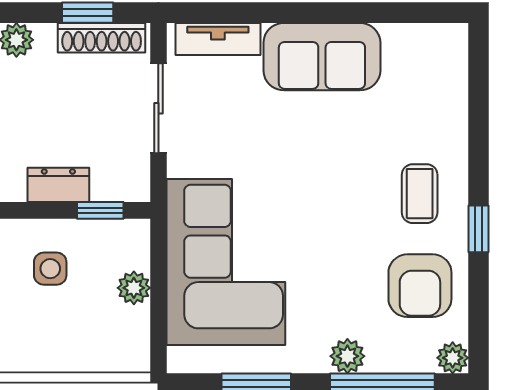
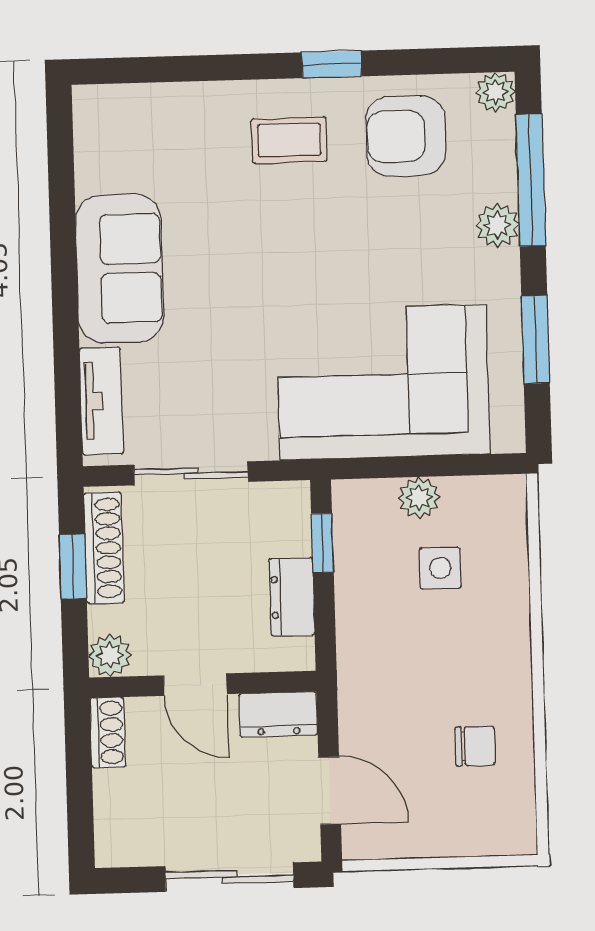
side table: (50, 269) -> (440, 568), moved
armchair: (420, 286) -> (406, 136), turned 180

